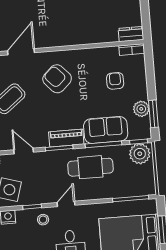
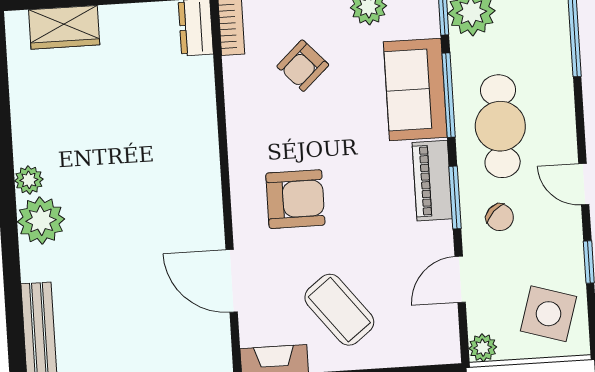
armchair: (57, 79) -> (295, 199), turned -137
armchair: (115, 81) -> (303, 66), turned -43
chair: (51, 168) -> (500, 217), added

